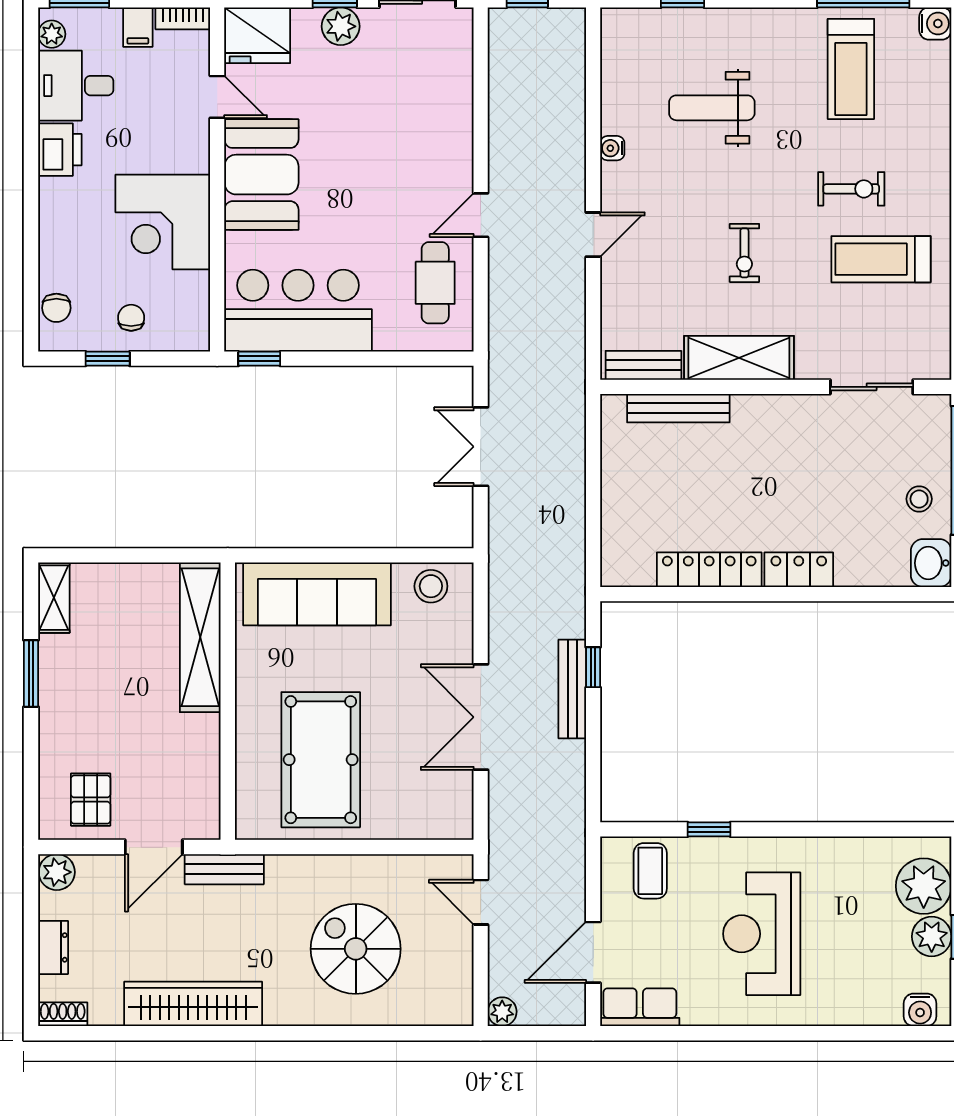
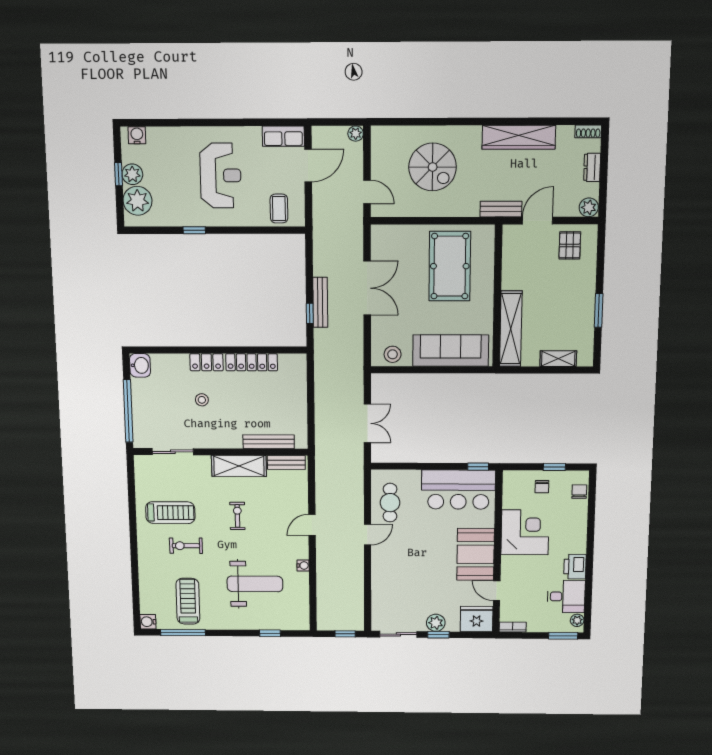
filing cabinet: (138, 27) -> (535, 623), removed
weight bench: (712, 108) -> (255, 584), width x1.36, depth x1.33
stool: (919, 499) -> (202, 400), moved
shelving: (54, 598) -> (558, 359), moved, turned 90
window: (709, 829) -> (194, 230), moved

